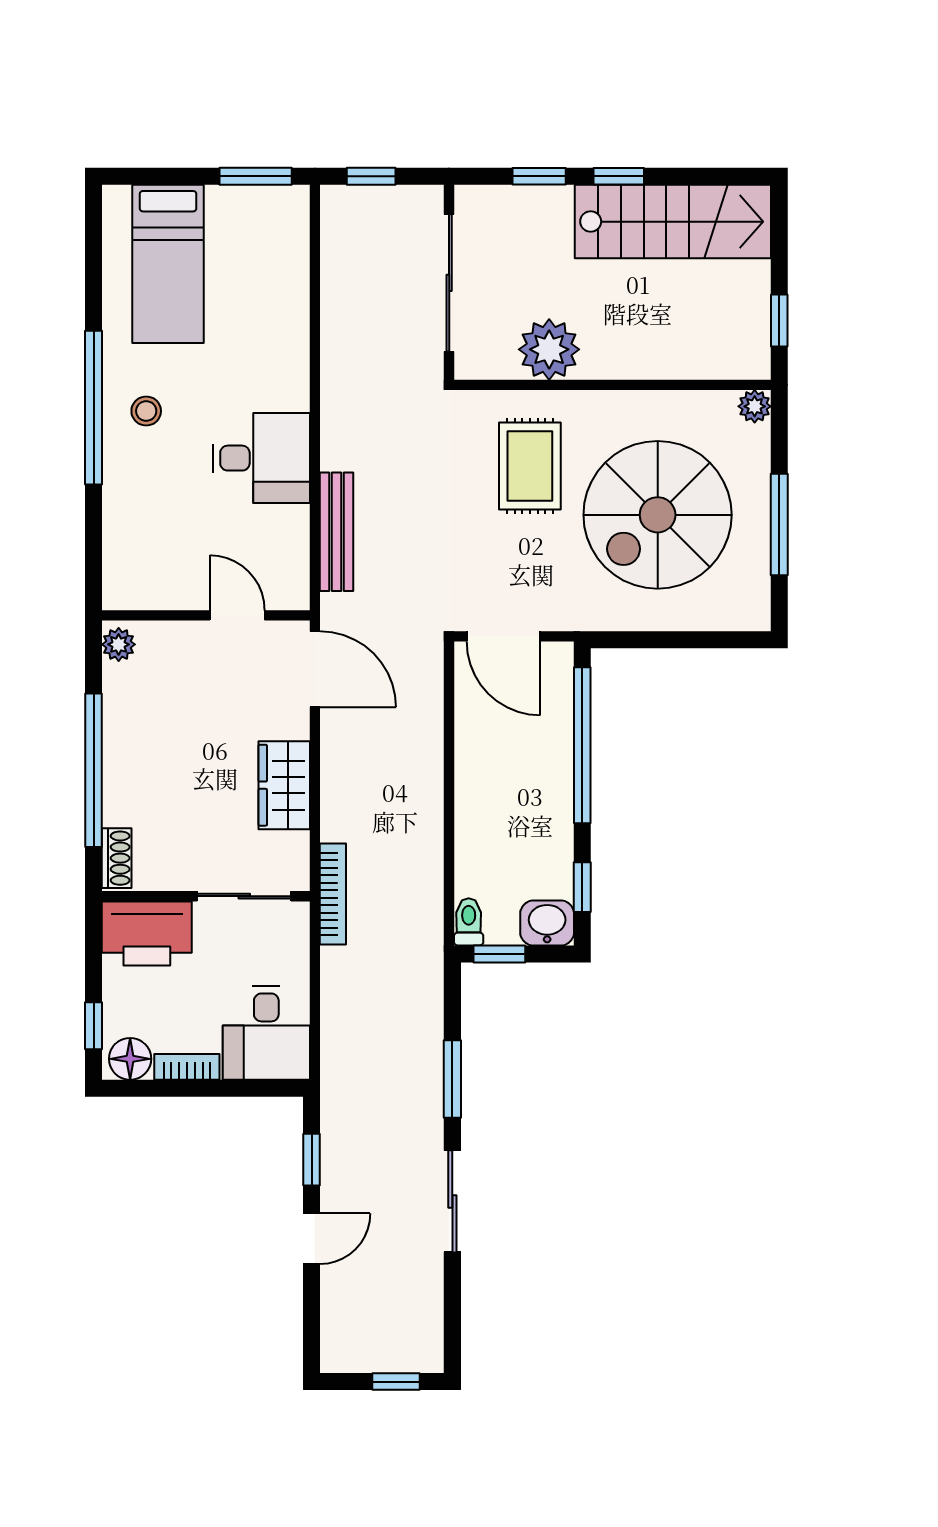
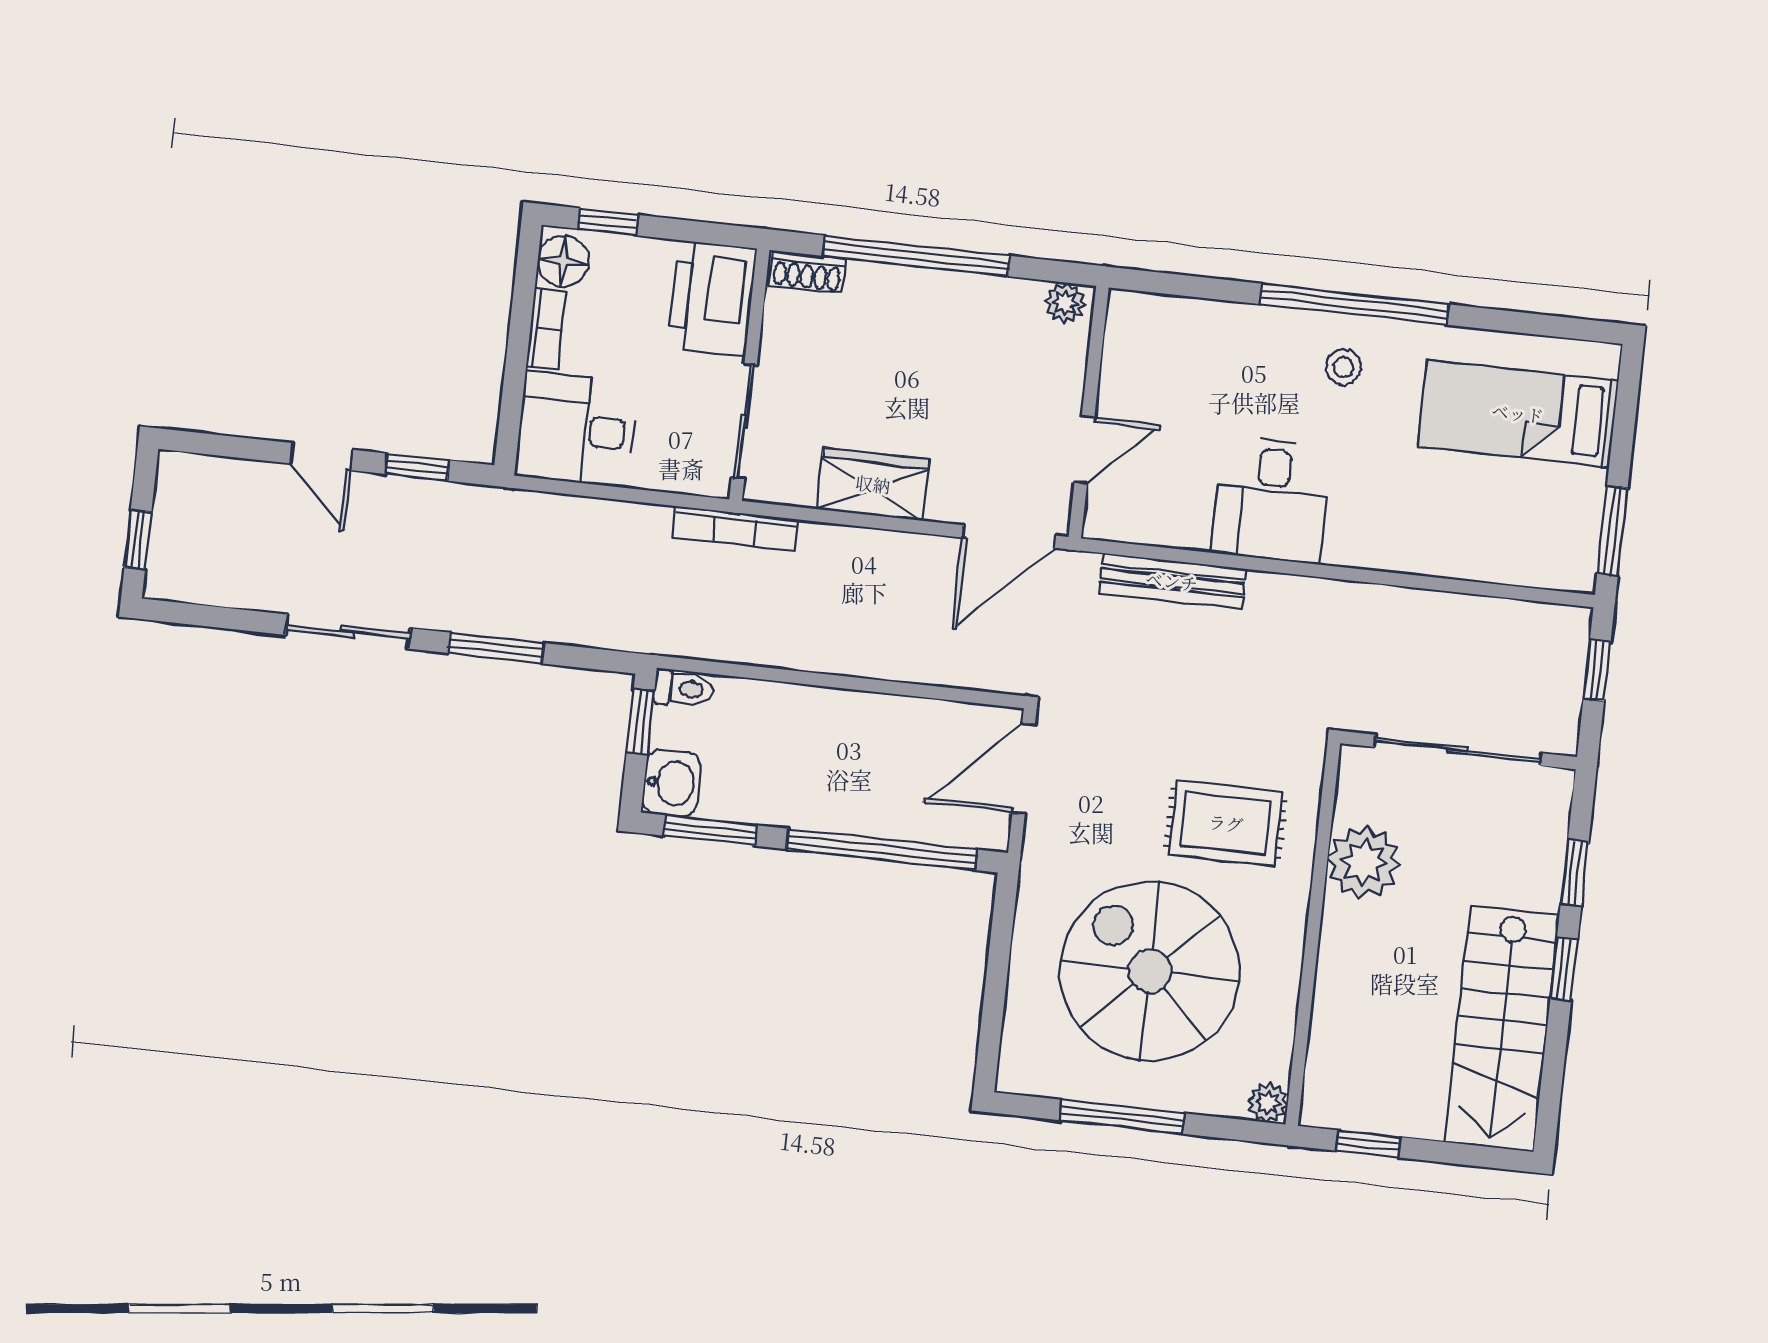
window: (582, 887) -> (710, 830), width x1.50

